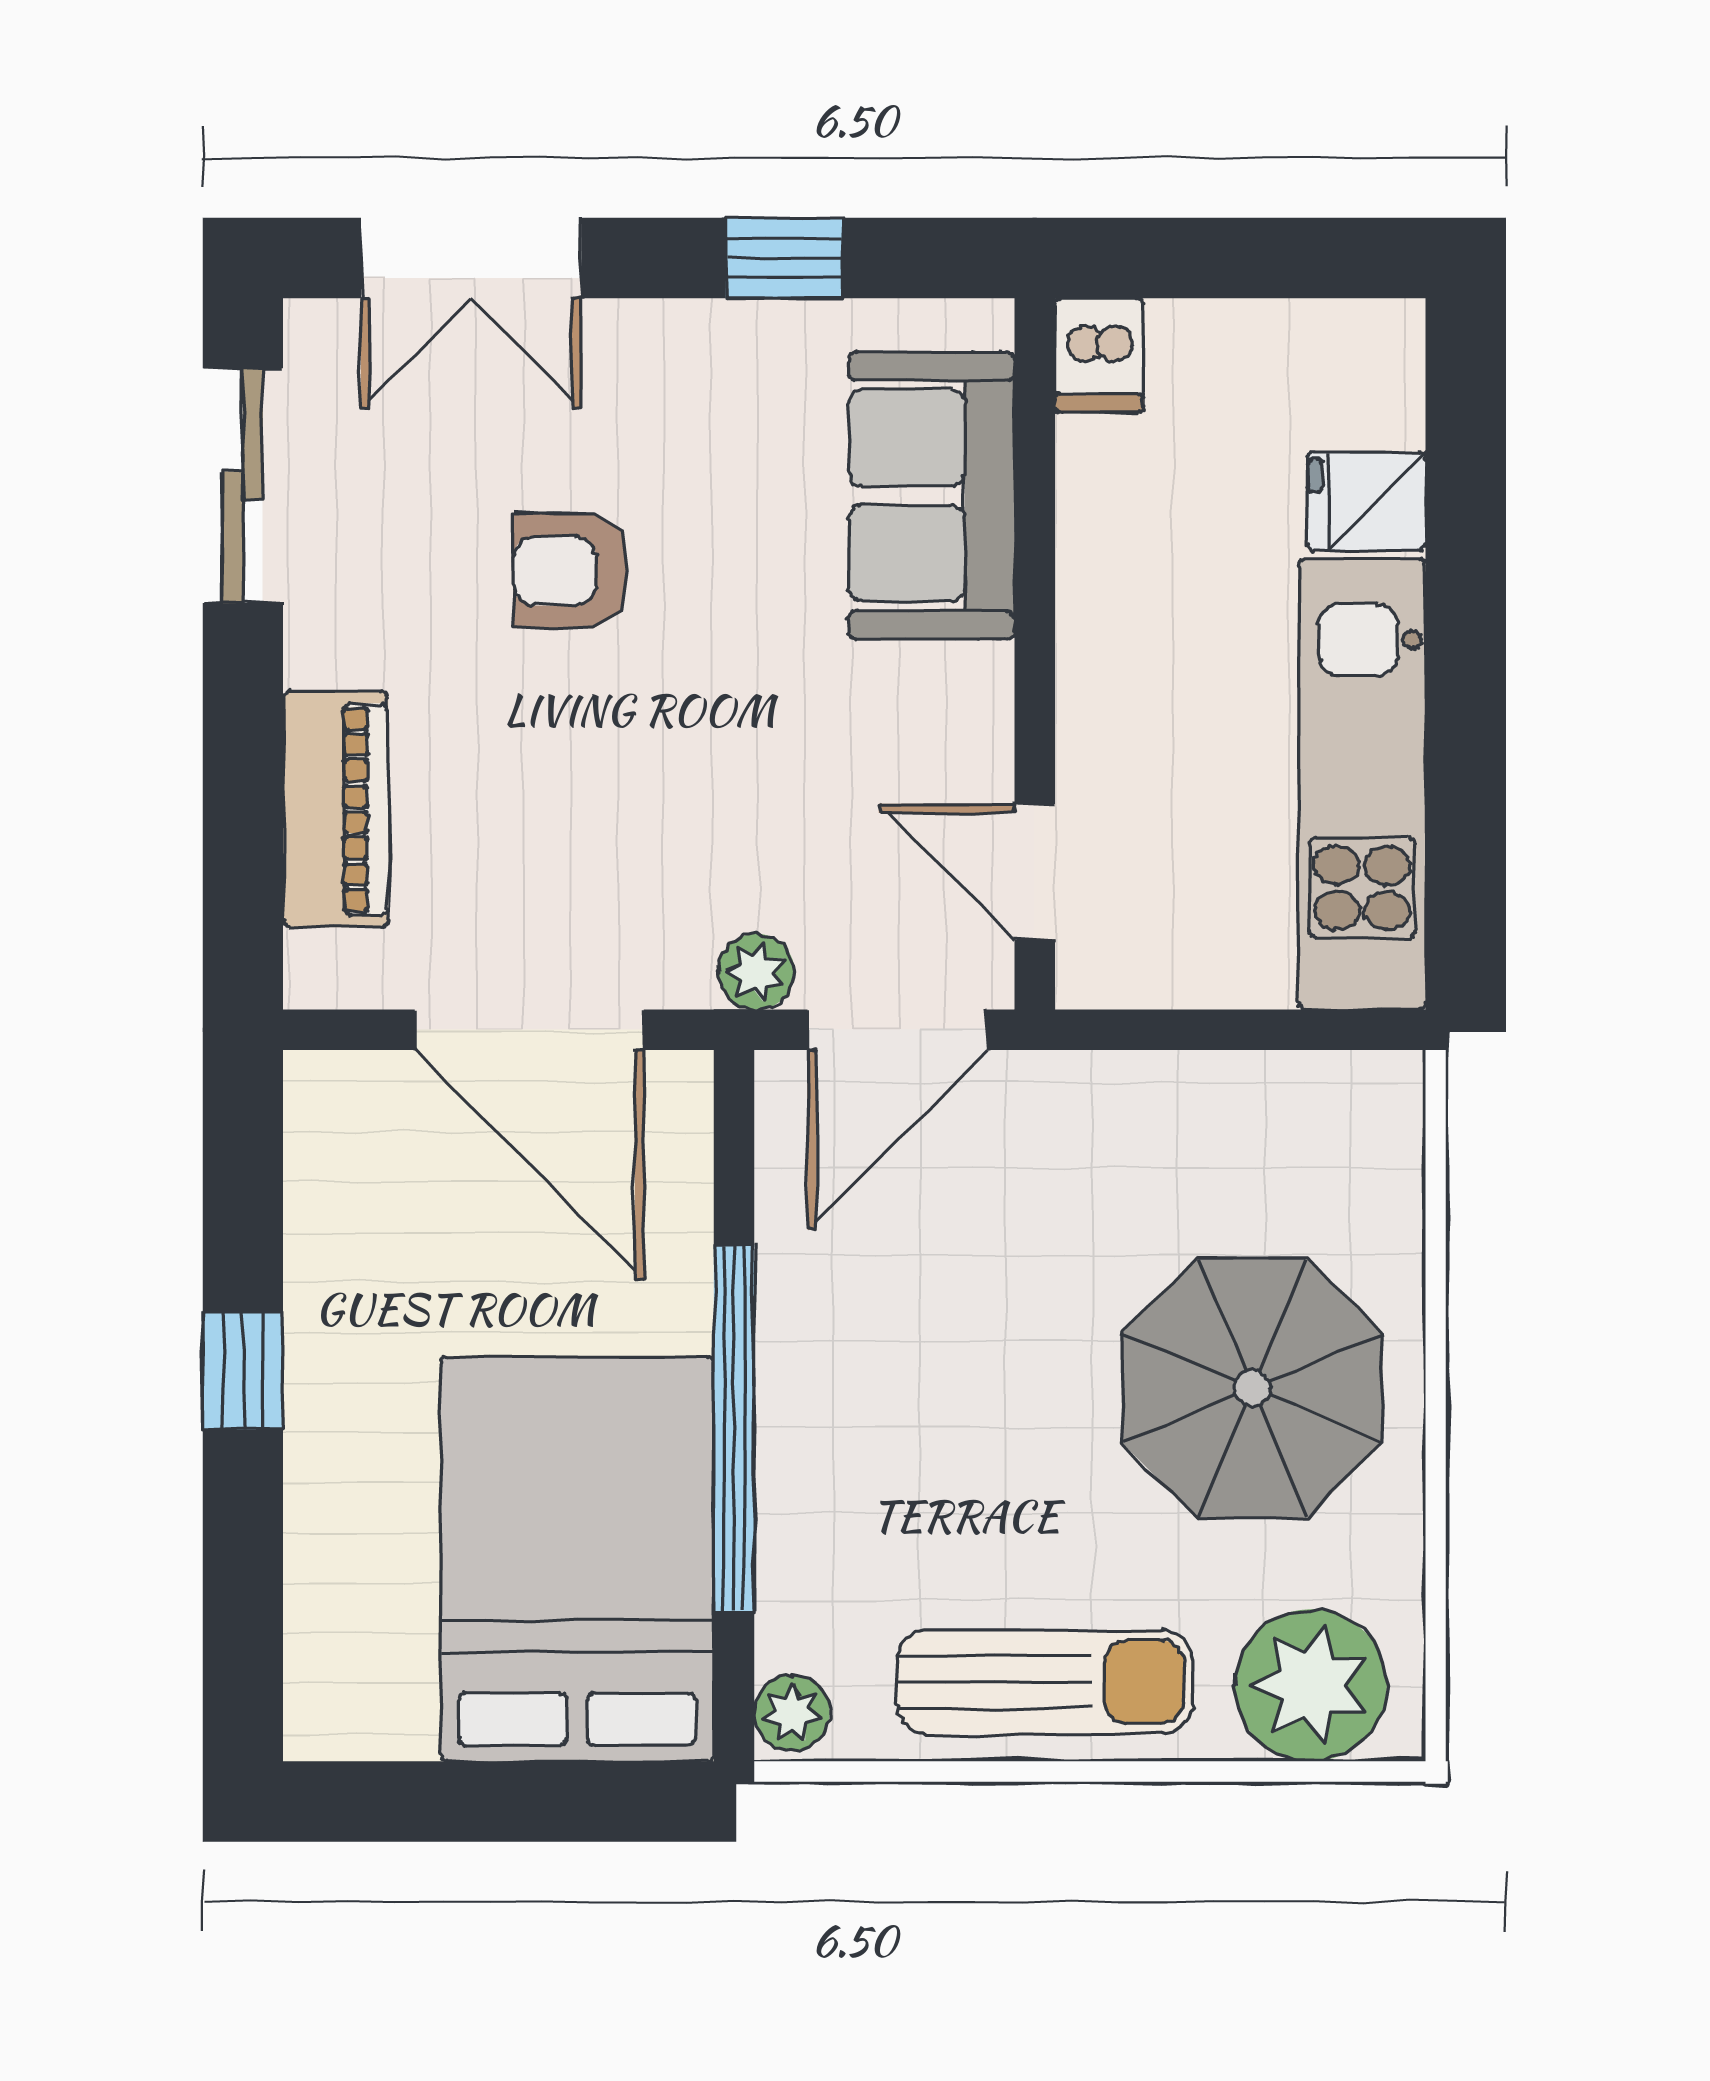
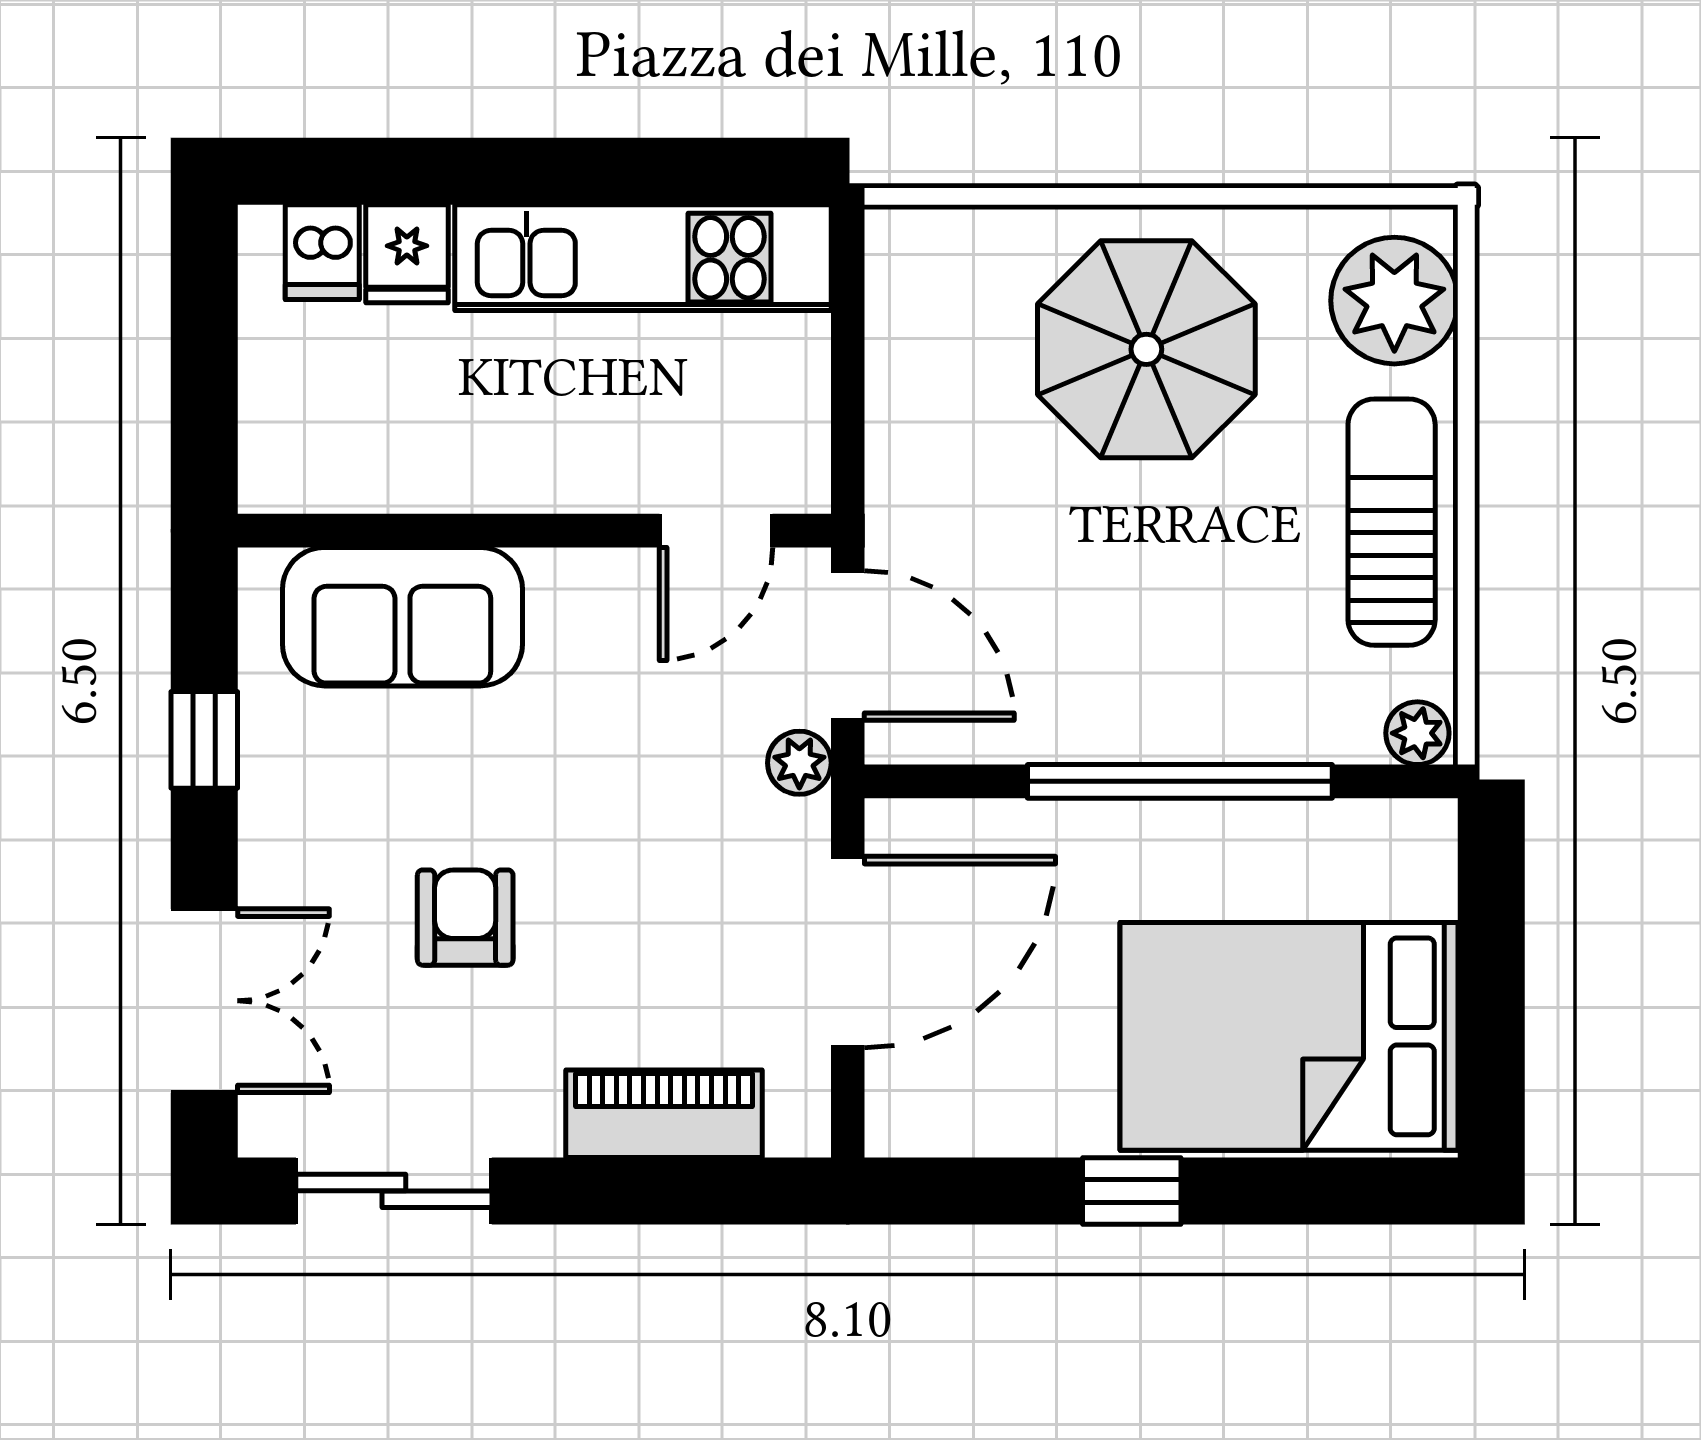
dishwasher: (1099, 355) -> (322, 252), moved, turned 90
armchair: (571, 571) -> (465, 918), turned 180
bed: (577, 1559) -> (1289, 1036), moved

